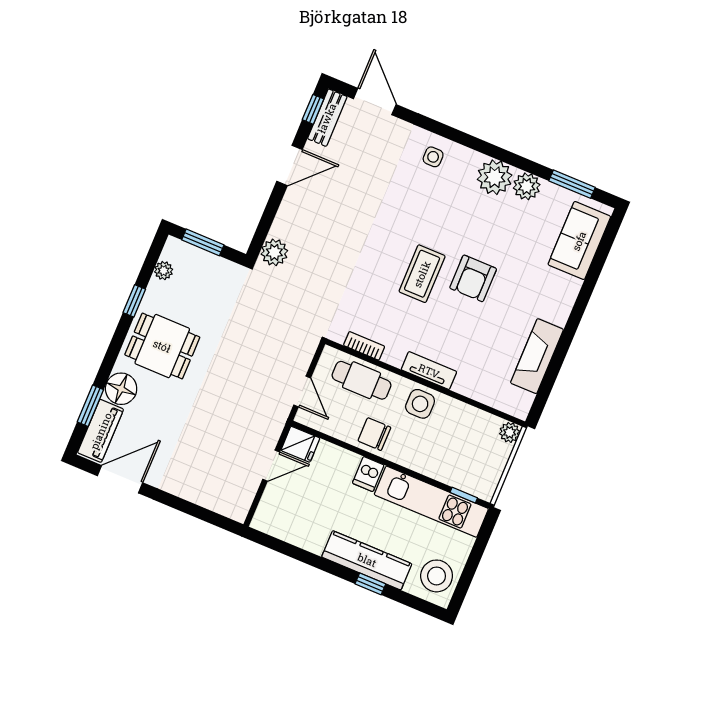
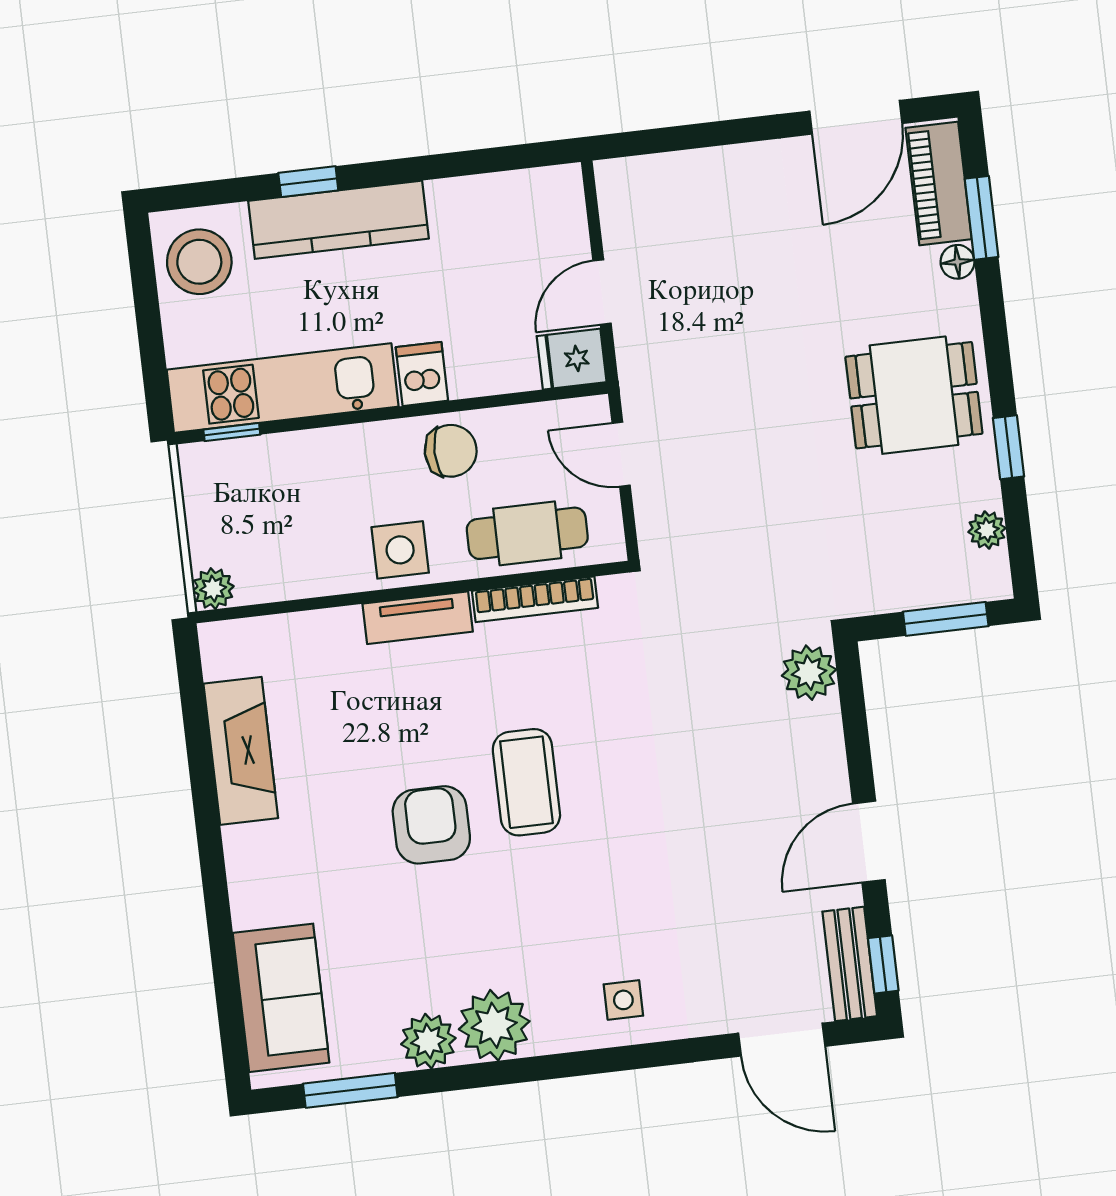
bookcase: (364, 346) -> (535, 599), width x1.56
floor lamp: (121, 389) -> (957, 262), width x0.53, depth x0.53

